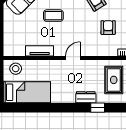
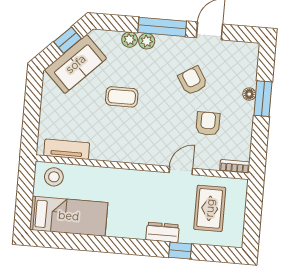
tv unit: (40, 51) -> (67, 149), moved
door: (73, 58) -> (181, 171), moved

